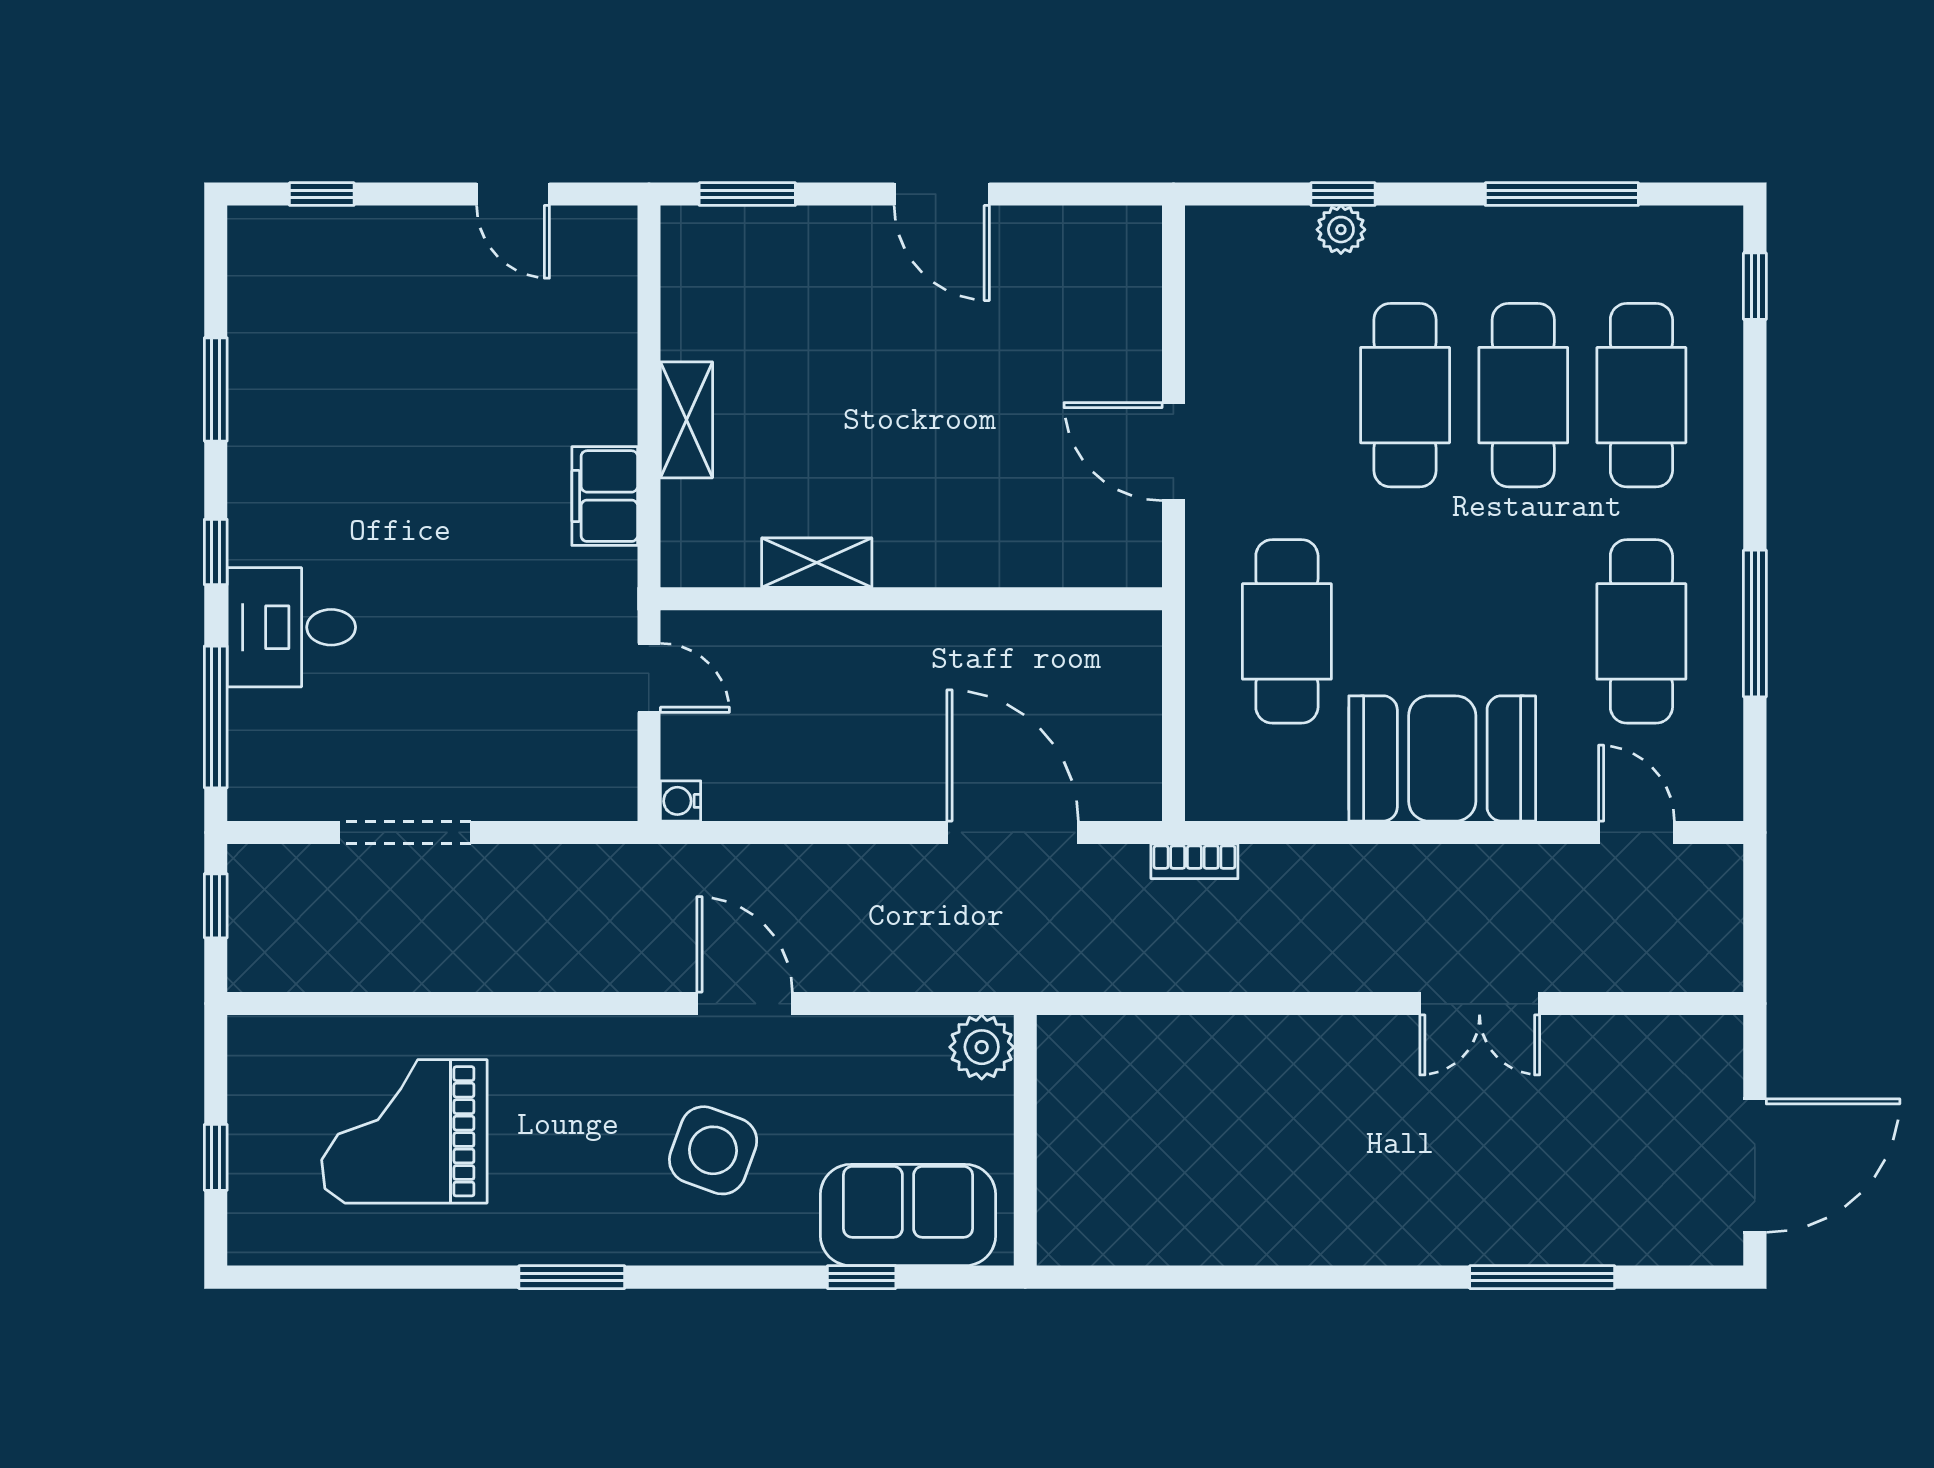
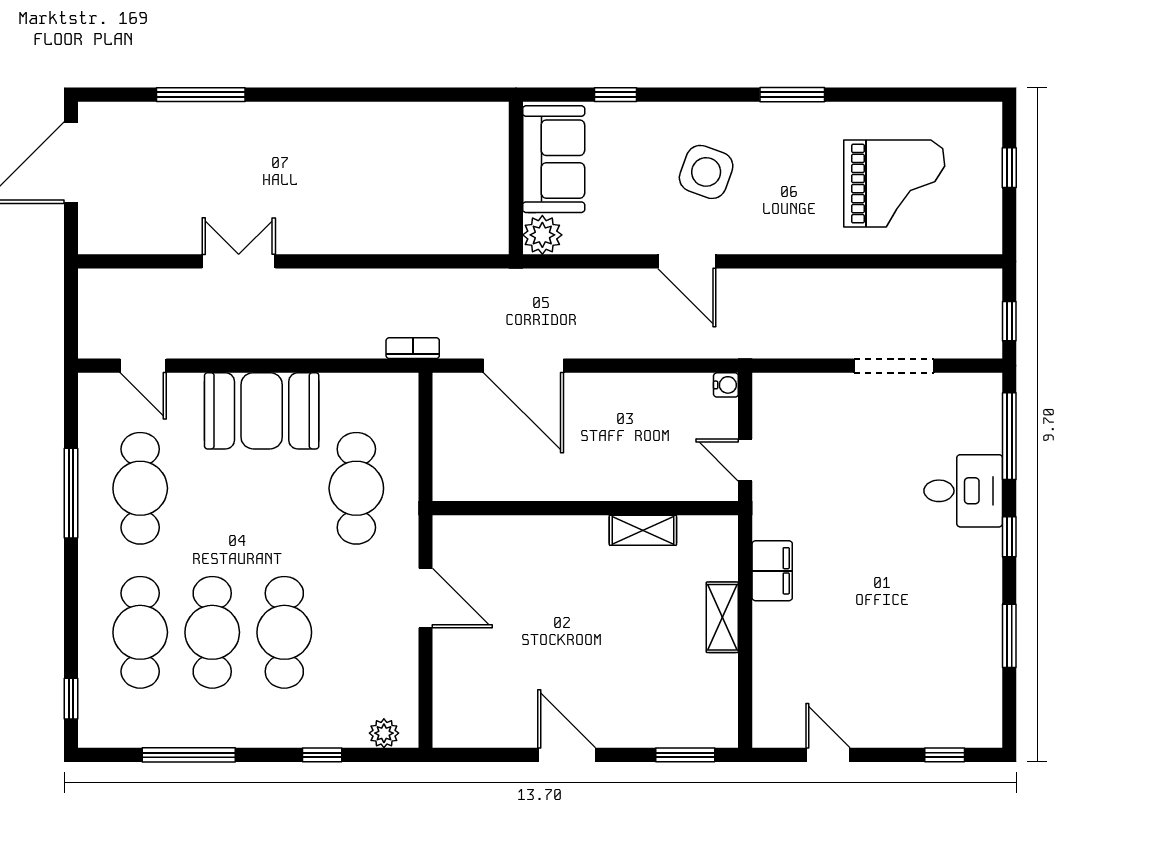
plant: (1341, 230) -> (384, 733), moved
sofa: (908, 1215) -> (554, 159), moved, turned -90

